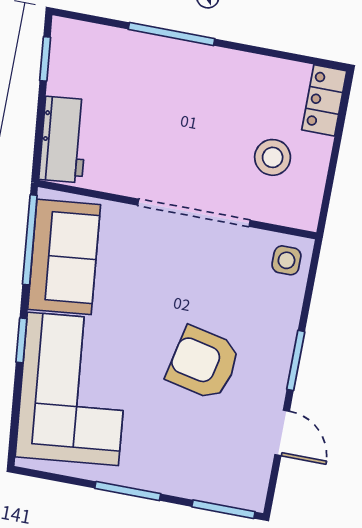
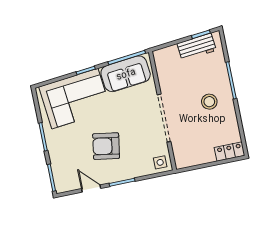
workbench: (64, 140) -> (197, 47), moved
stool: (273, 157) -> (209, 102), moved
armchair: (203, 363) -> (106, 146), turned -93
door: (282, 433) -> (91, 188), swing flipped

